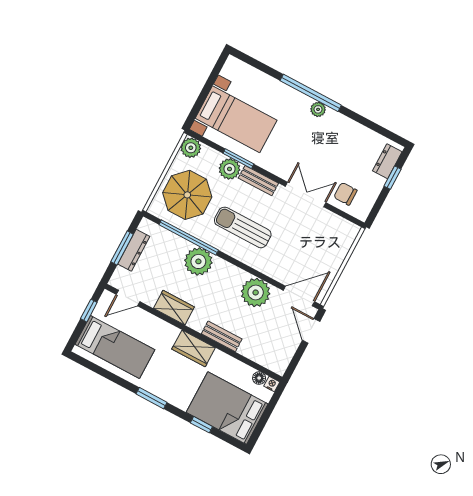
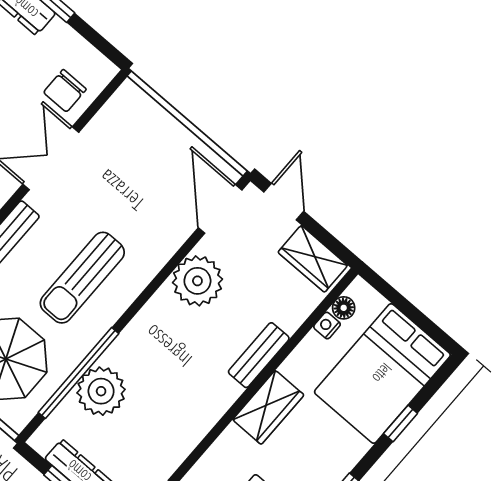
plant: (198, 261) -> (101, 391), moved
wardrobe: (174, 308) -> (313, 259), moved, turned -90
door: (311, 331) -> (284, 202), swing flipped
nightstand: (272, 384) -> (327, 325), moved

